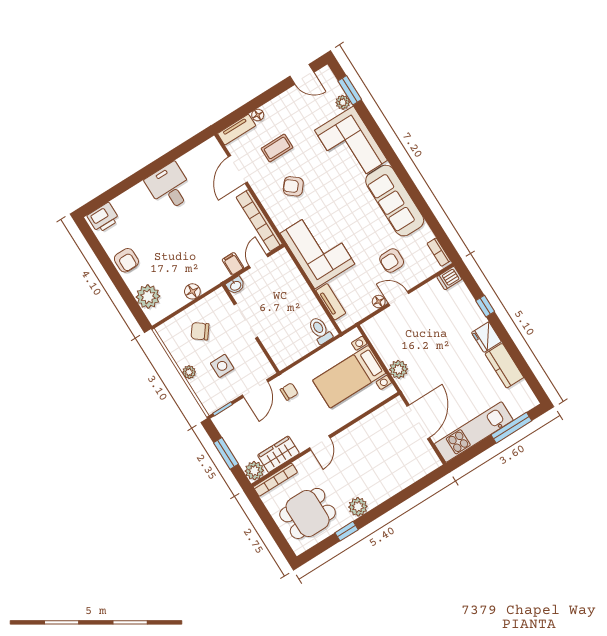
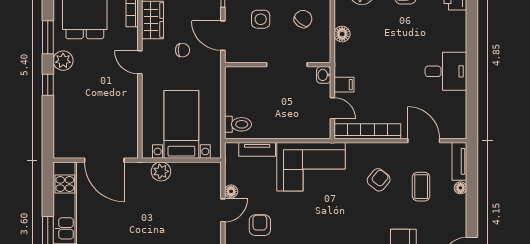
chair: (289, 392) -> (182, 50), moved, turned -90
window: (386, 507) -> (48, 85), added
window: (347, 531) -> (48, 37), width x1.50

